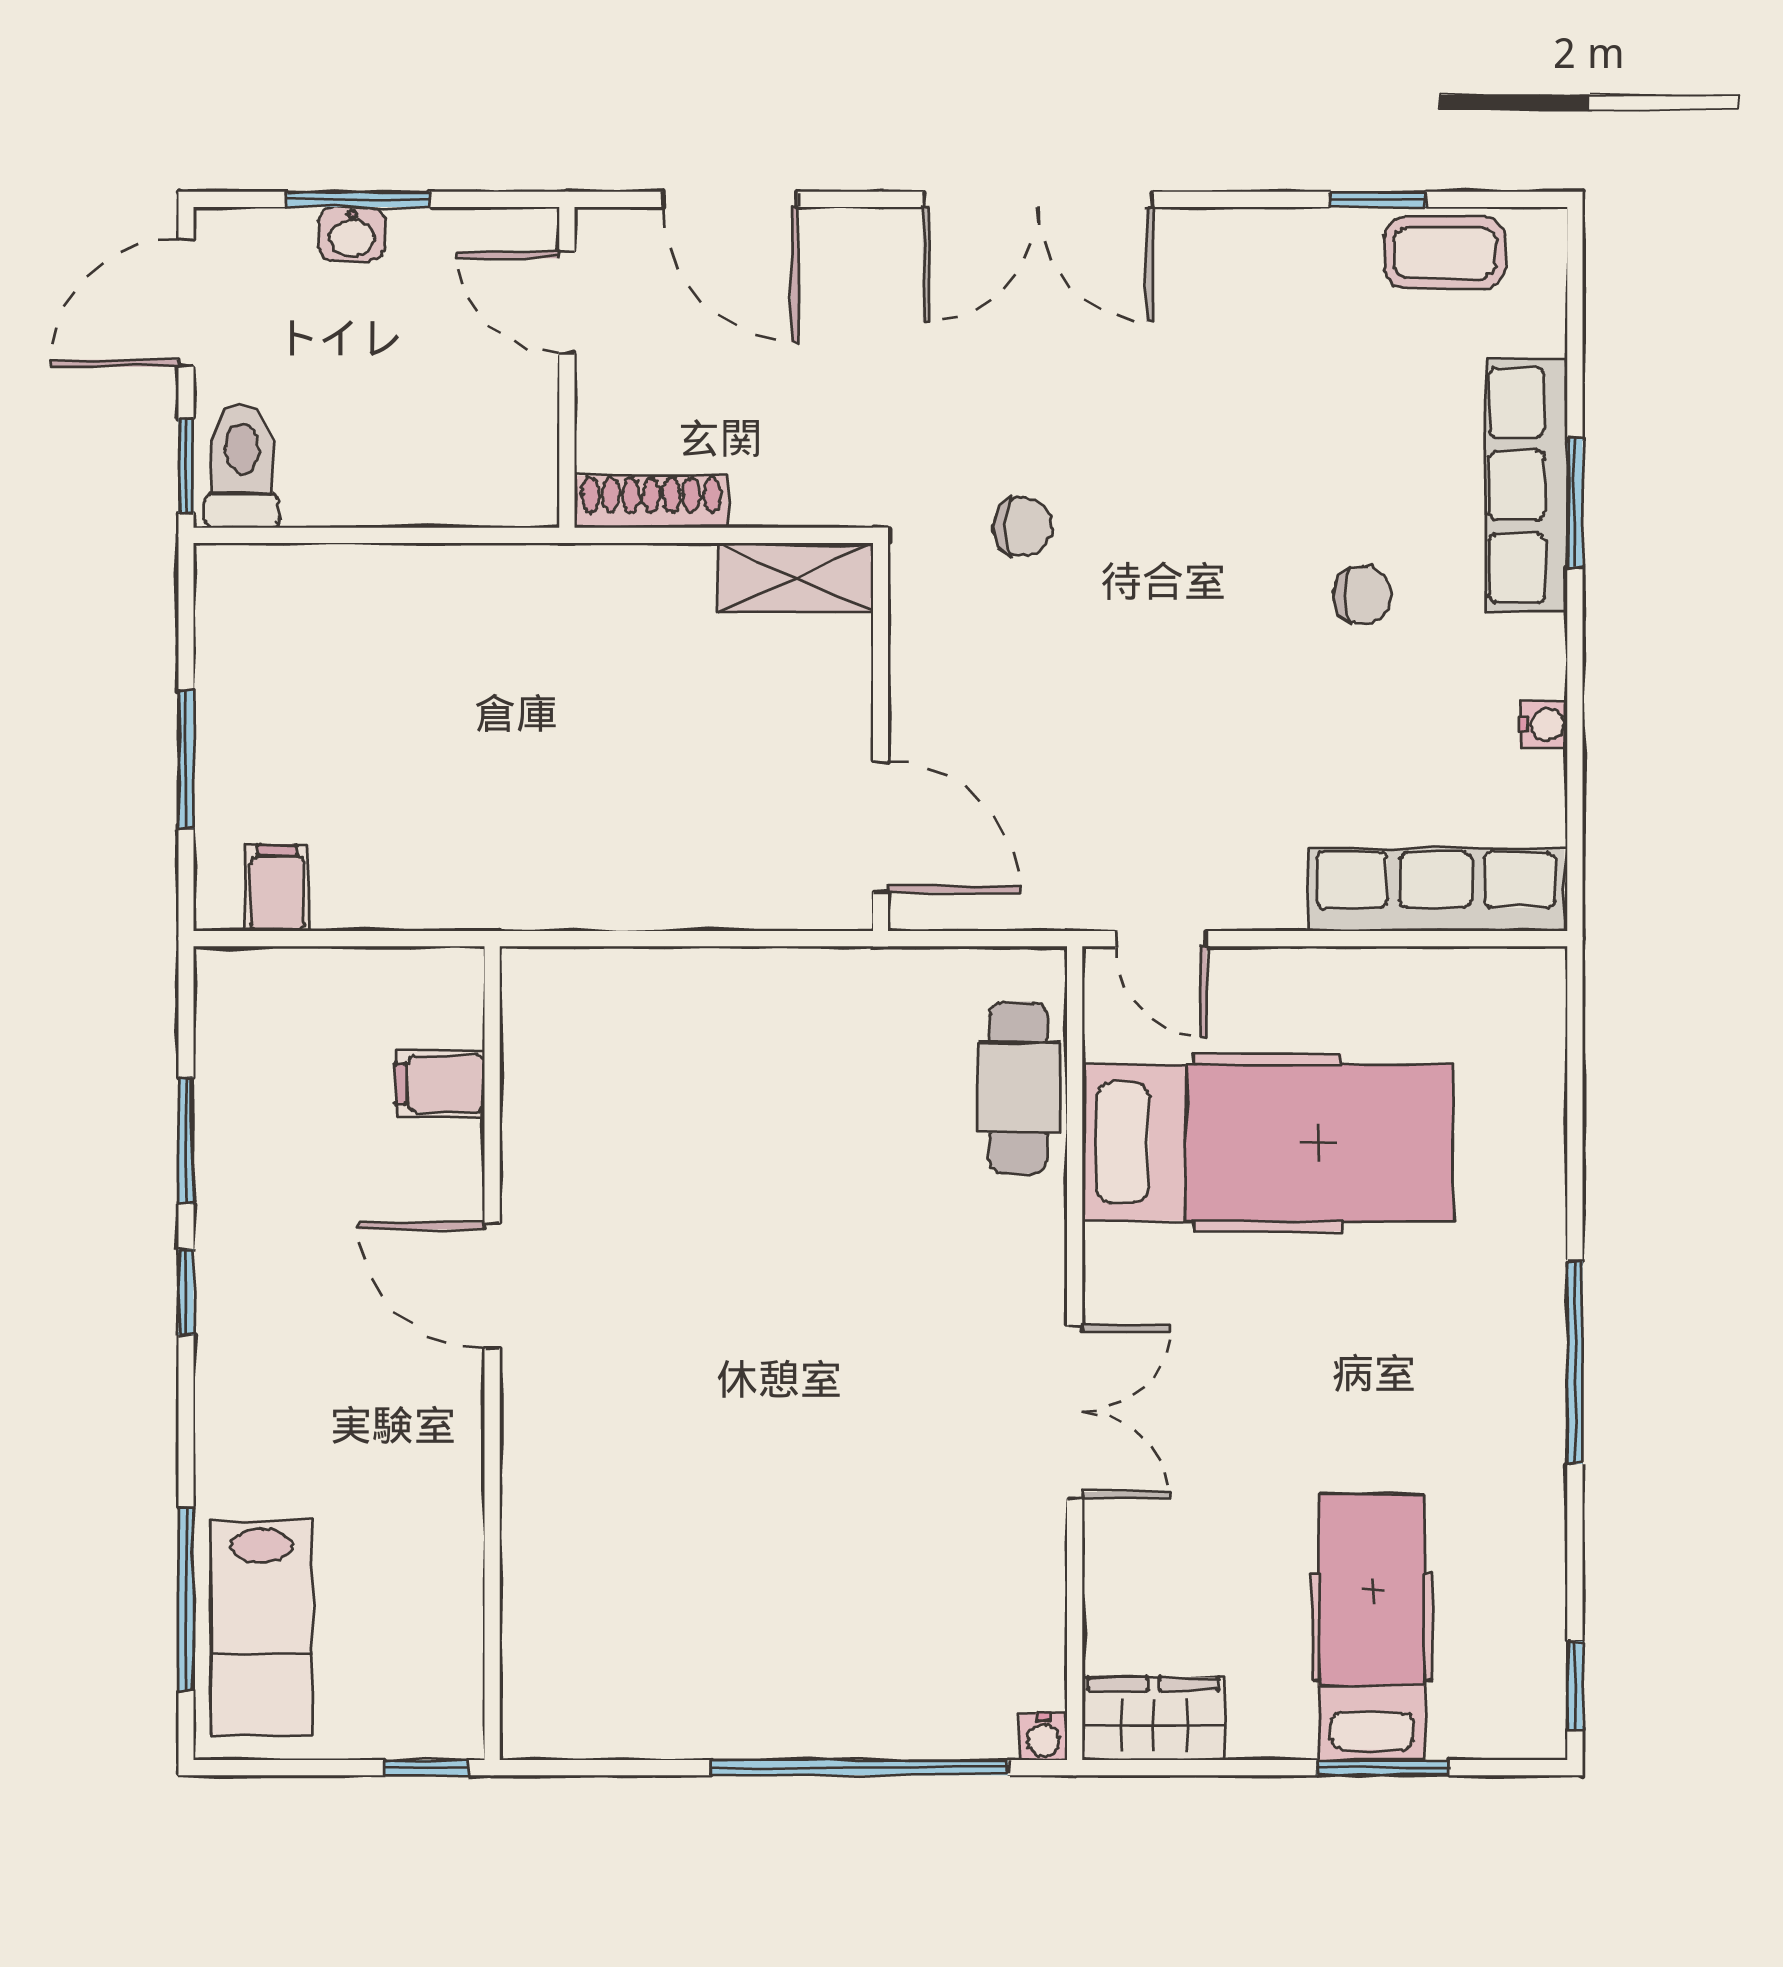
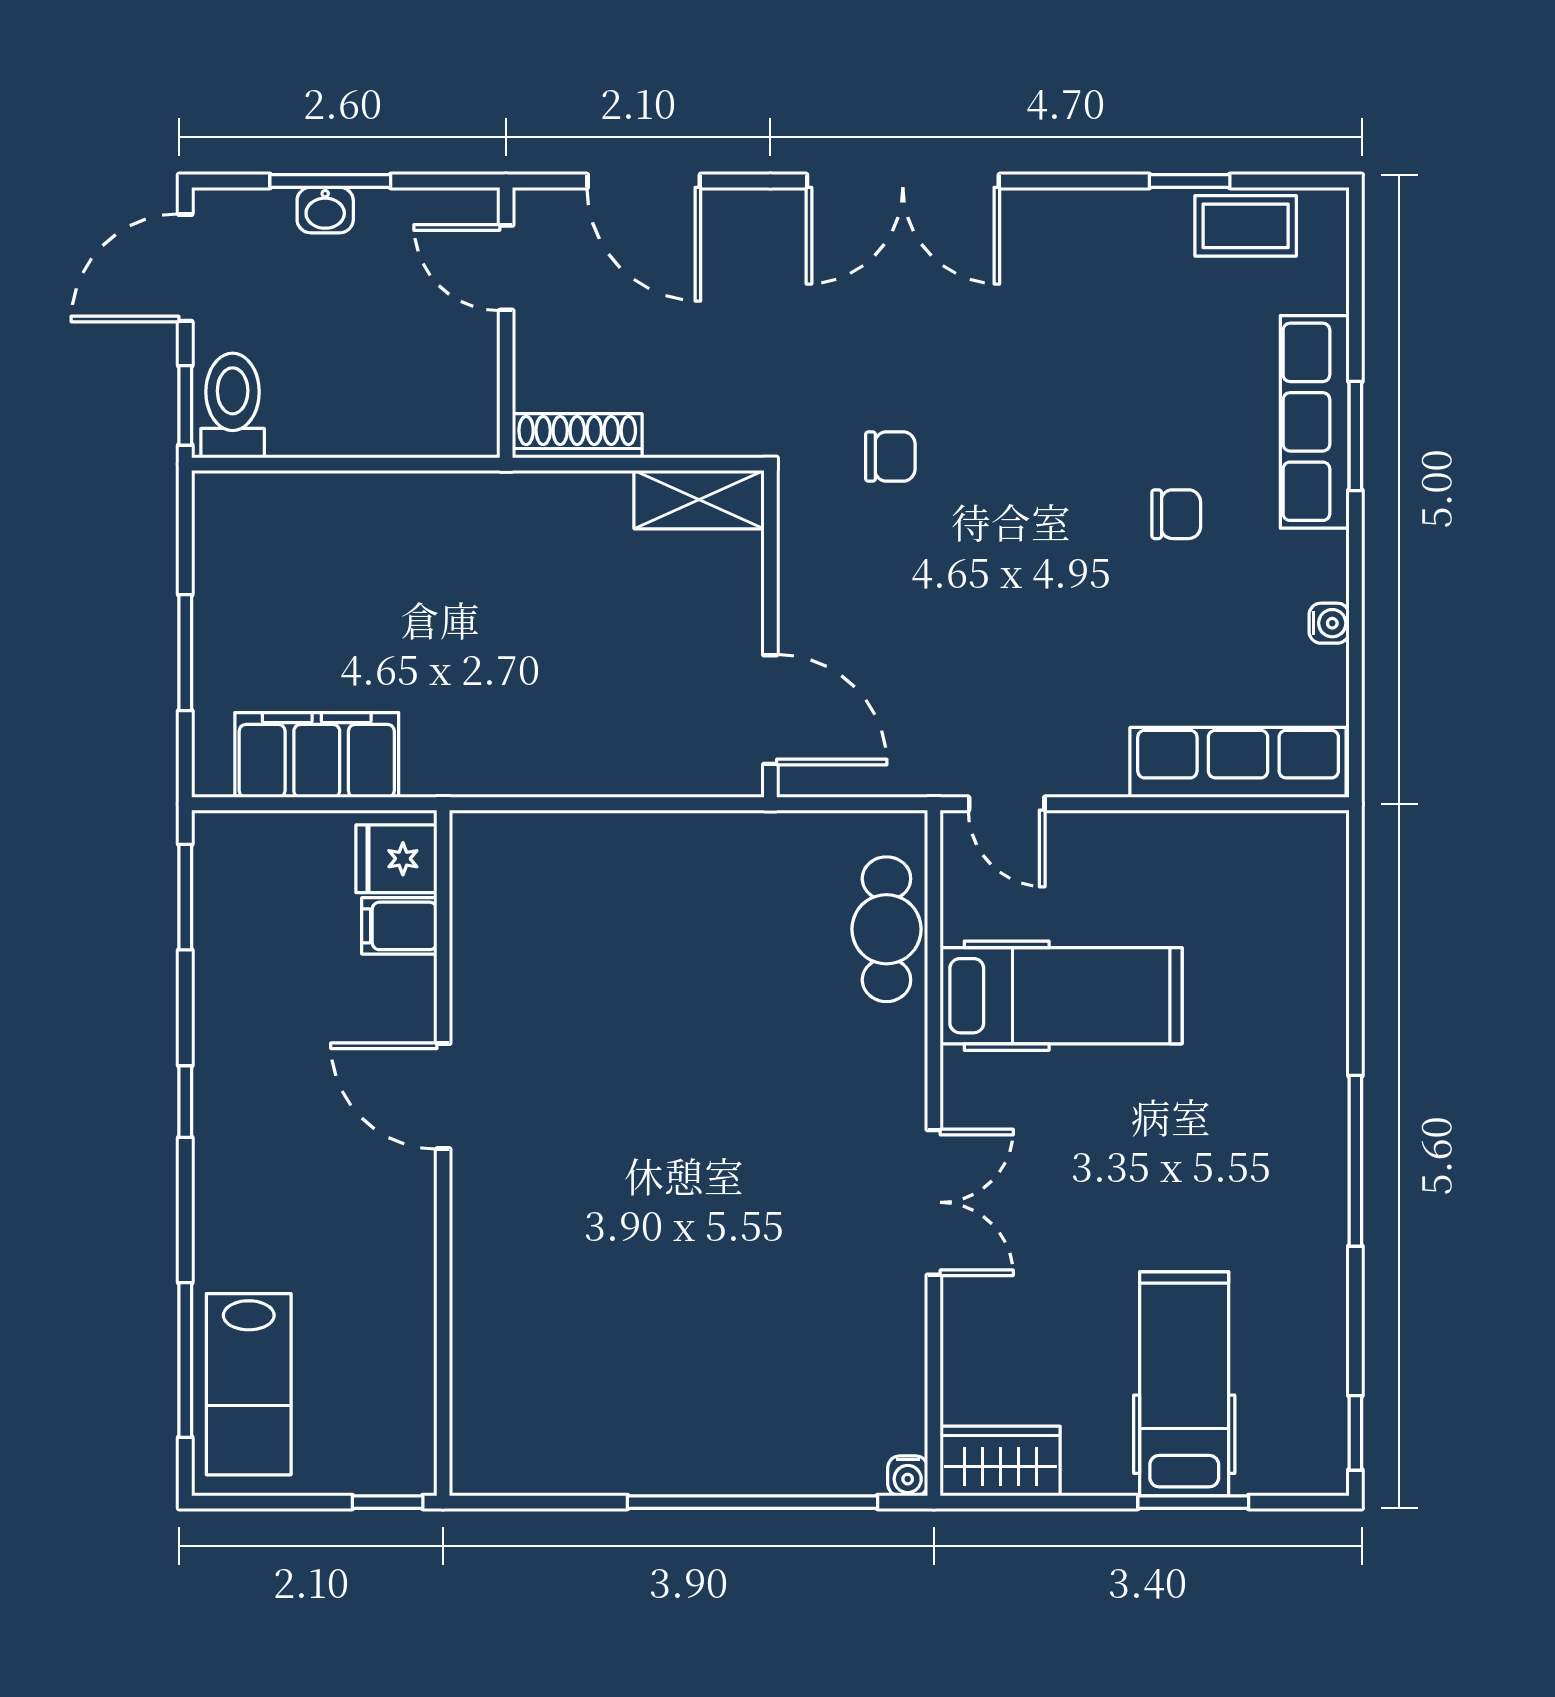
filing cabinet: (277, 888) -> (317, 755), width x3.00, depth x1.17
fridge: (437, 1004) -> (396, 859), added
window: (186, 1141) -> (185, 897), moved
hospital bed: (1267, 1143) -> (1061, 996), width x0.73, depth x0.78

